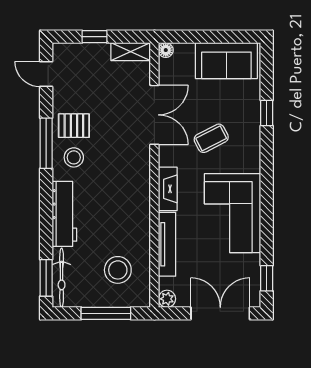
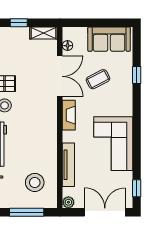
floor lamp: (166, 50) -> (68, 46), moved
coffee table: (211, 138) -> (98, 79), moved
fireplace: (168, 189) -> (69, 115), moved

